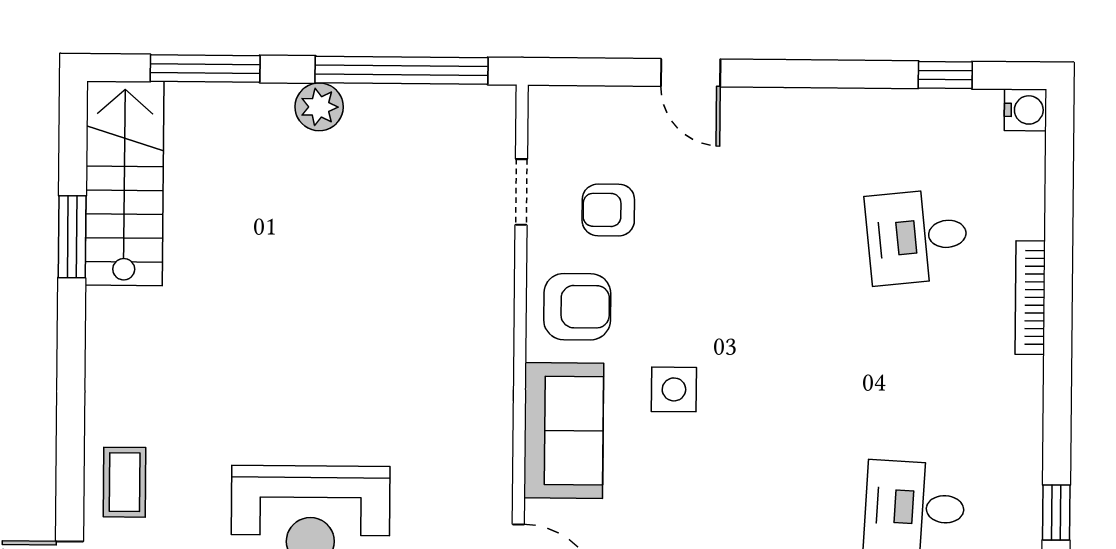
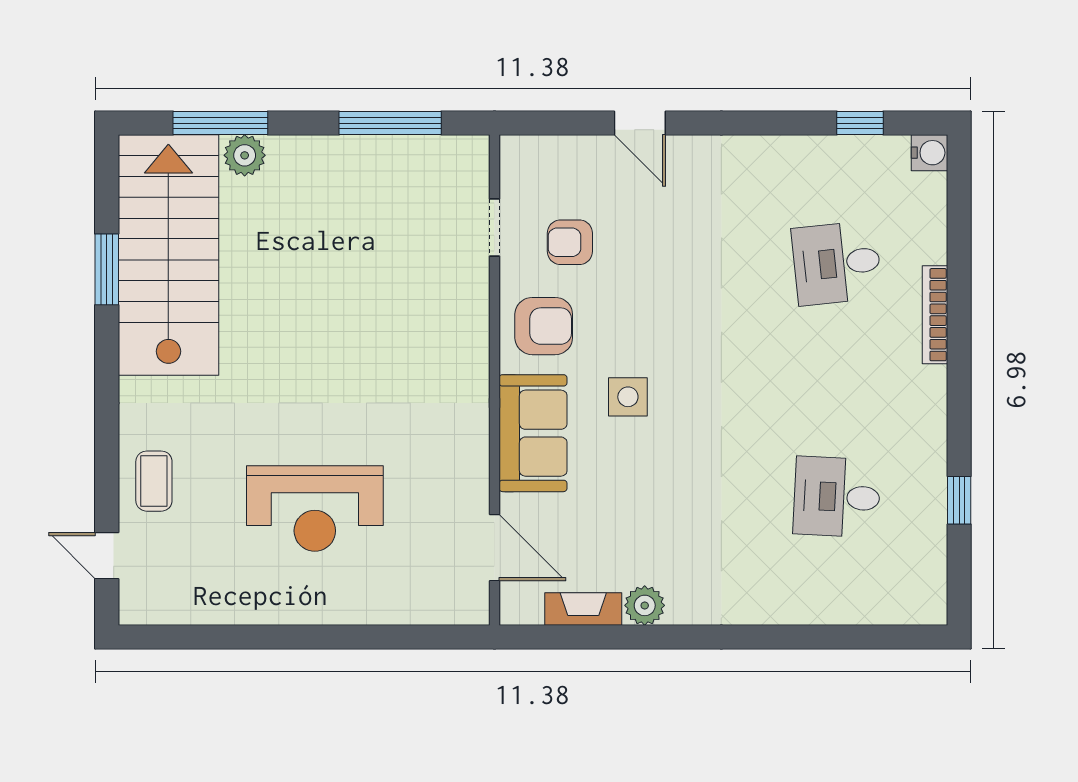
window: (401, 70) -> (390, 123), width x0.68
plant: (319, 107) -> (245, 155), moved
stairs: (124, 183) -> (168, 255), width x1.36, depth x1.51

